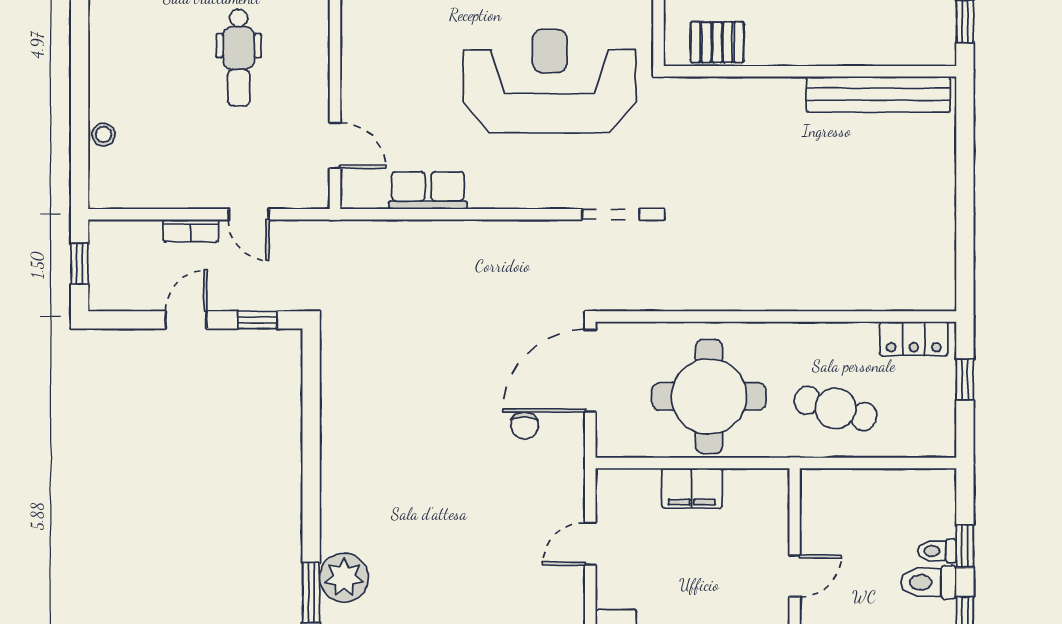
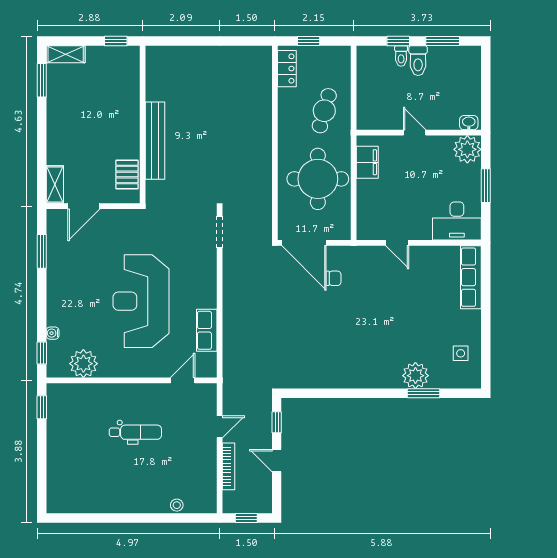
reception desk: (550, 81) -> (141, 301), moved
bench: (878, 94) -> (155, 141), moved
bookcase: (191, 231) -> (228, 466), width x1.56
filing cabinet: (692, 488) -> (367, 162), moved

